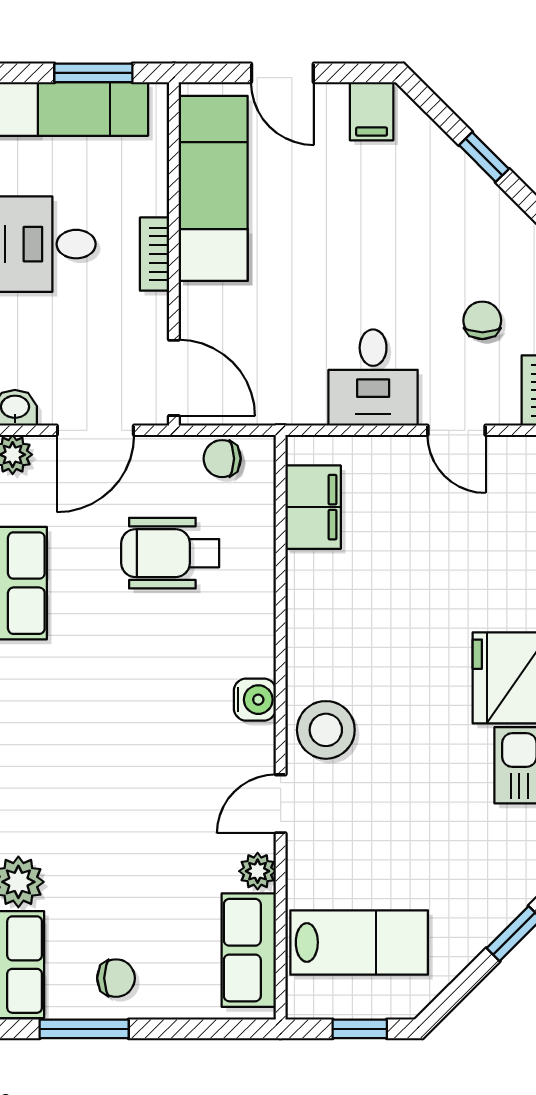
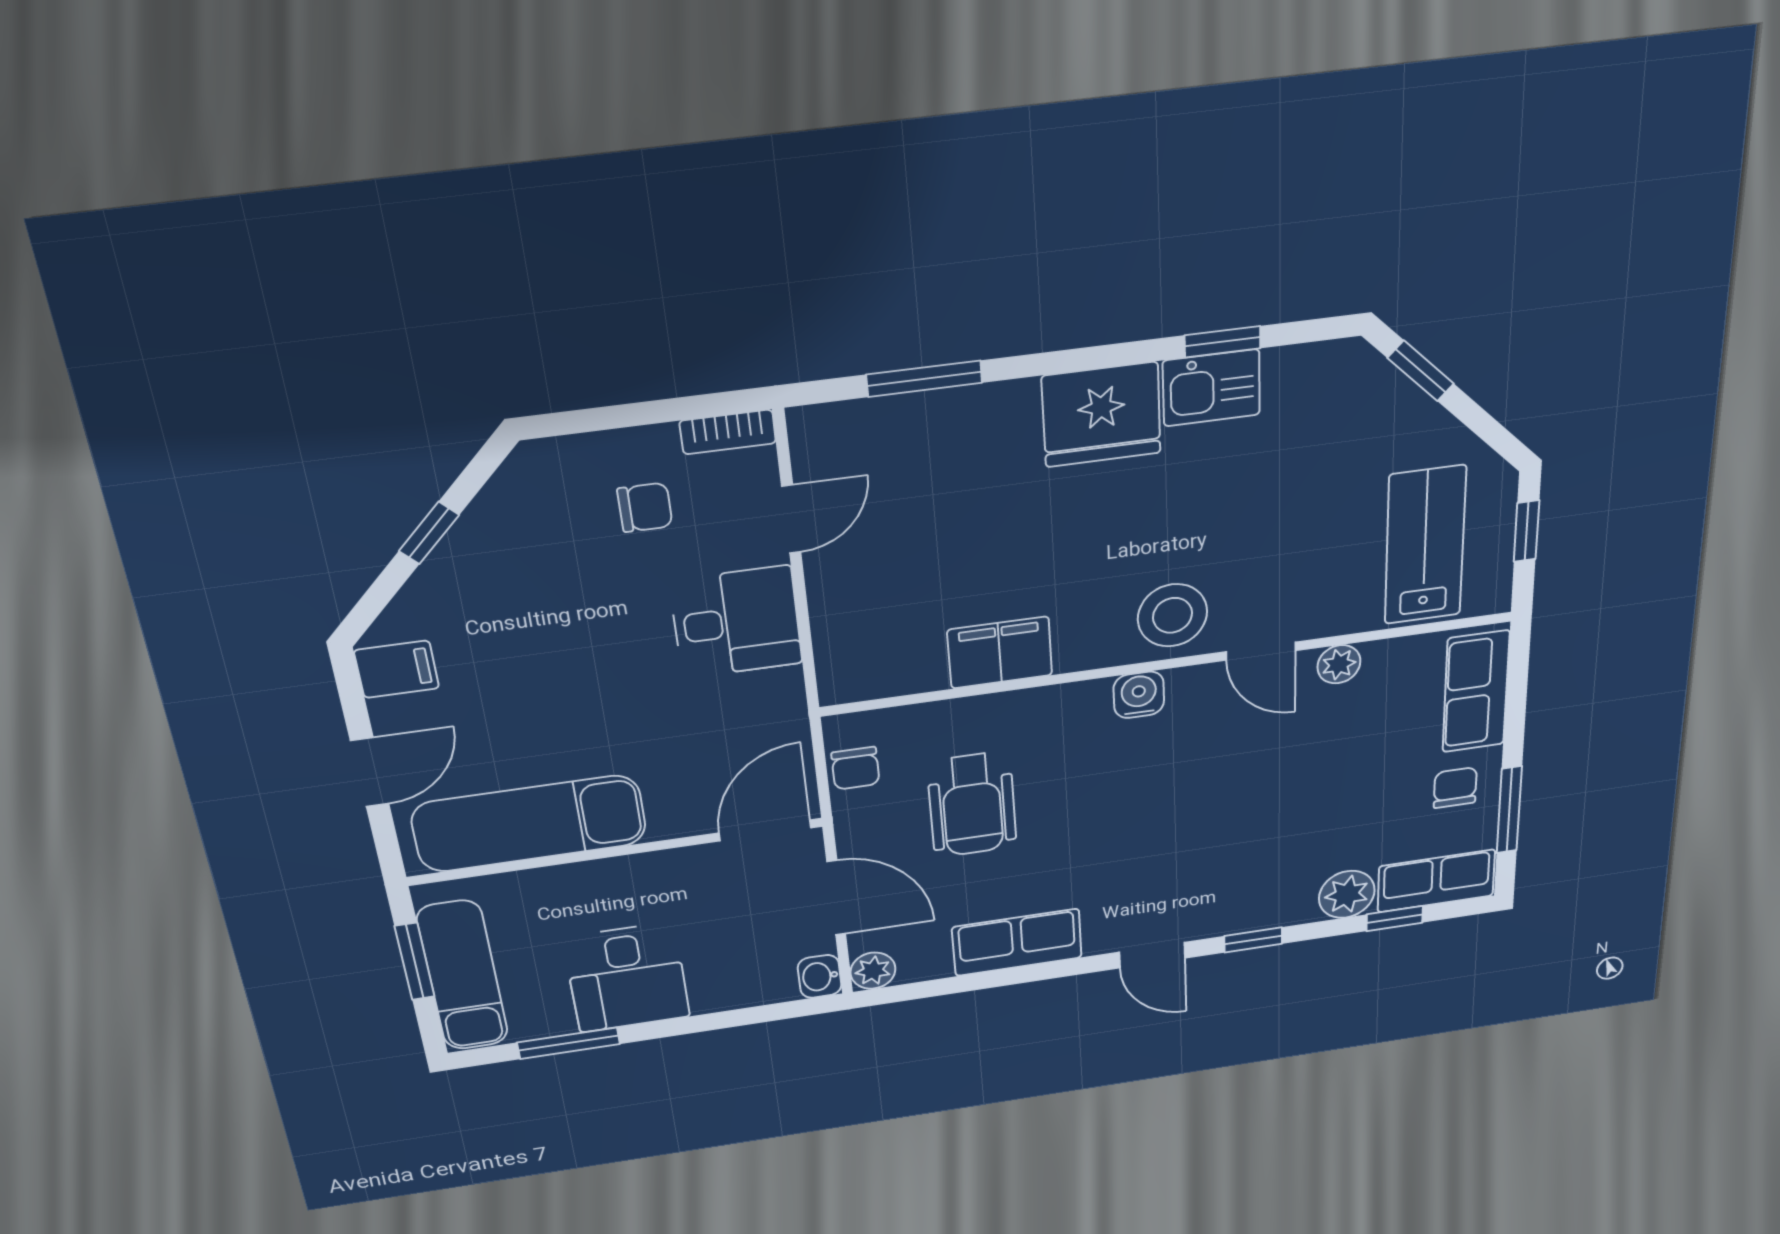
bookcase: (155, 254) -> (620, 871), removed
chair: (482, 320) -> (645, 507), turned 180
filing cabinet: (313, 507) -> (1000, 653), moved
row of seats: (249, 950) -> (1476, 692), moved, turned 90

